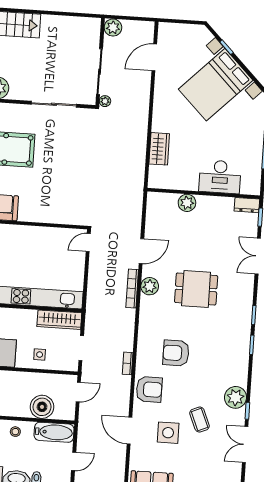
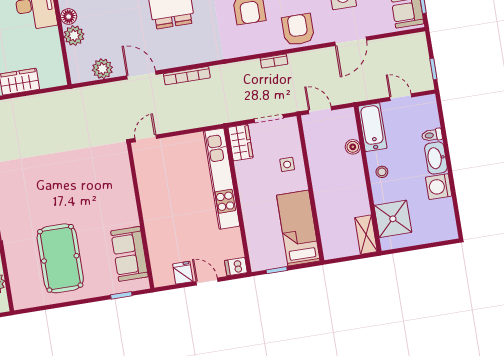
floor lamp: (204, 202) -> (69, 17), added
door: (88, 243) -> (146, 138), swing flipped
plant: (150, 286) -> (102, 69), moved
wardrobe: (59, 320) -> (241, 143), width x0.67
boiler: (42, 407) -> (353, 147), width x0.54, depth x0.54

